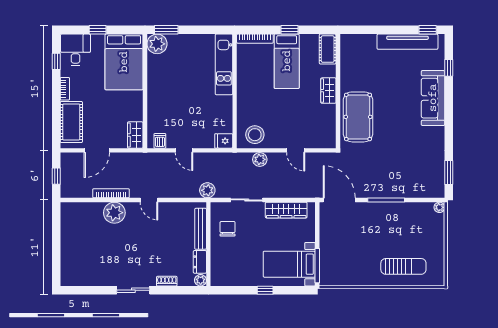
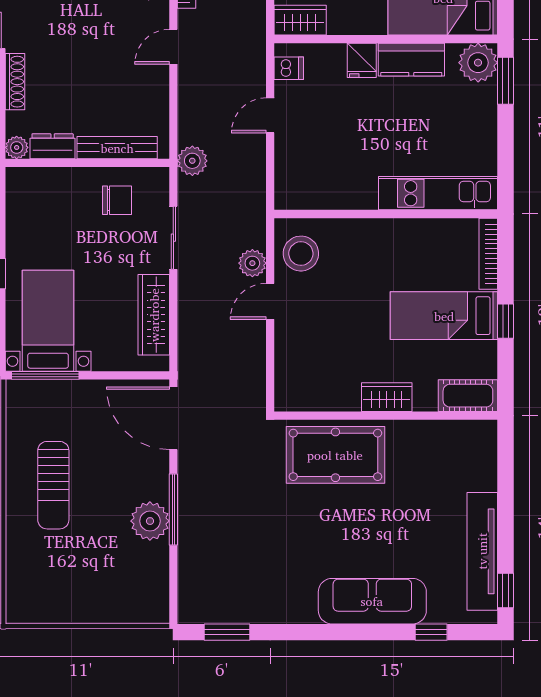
kitchen counter: (156, 78) -> (411, 60), added
fridge: (224, 141) -> (362, 60), moved, turned 180
door: (296, 150) -> (270, 301), moved
door: (339, 200) -> (173, 418), swing flipped
plant: (439, 207) -> (150, 521), moved, width x1.87, depth x1.87
sun lounger: (403, 266) -> (53, 485), moved
shoe rack: (167, 281) -> (15, 82), width x1.43

